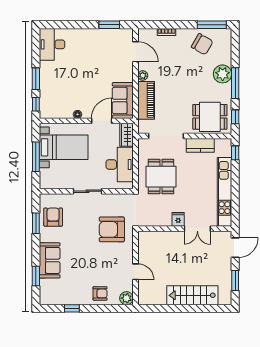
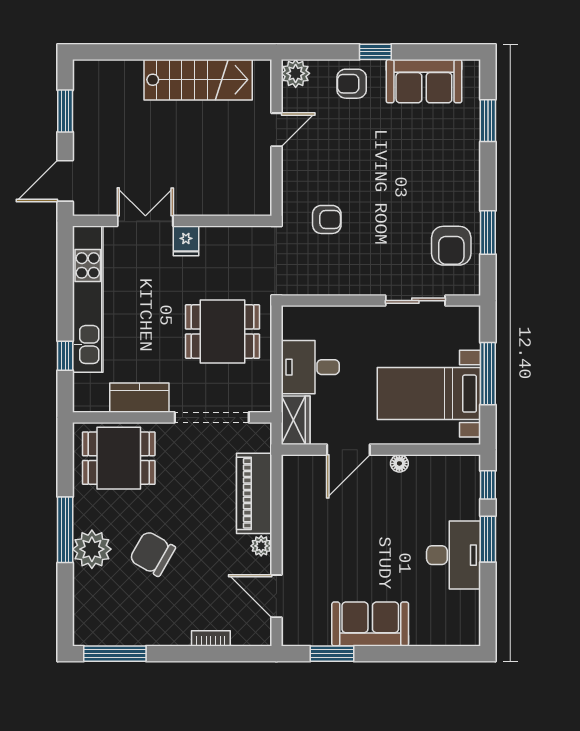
desk: (52, 44) -> (454, 555), moved
chair: (202, 44) -> (152, 554), moved
sofa: (123, 100) -> (370, 624), moved, turned -90
window: (235, 117) -> (65, 458), removed
window: (235, 153) -> (65, 356), moved
desk: (120, 164) -> (310, 367), width x0.73
dining table: (161, 177) -> (223, 332), turned 90
sliding door: (88, 191) -> (415, 301), moved
armchair: (112, 229) -> (327, 219), width x0.53, depth x0.53
sofa: (50, 260) -> (424, 81), moved, turned -90
door: (135, 272) -> (276, 130), swing flipped
stairs: (192, 295) -> (198, 80), moved
window: (72, 308) -> (375, 52), moved

